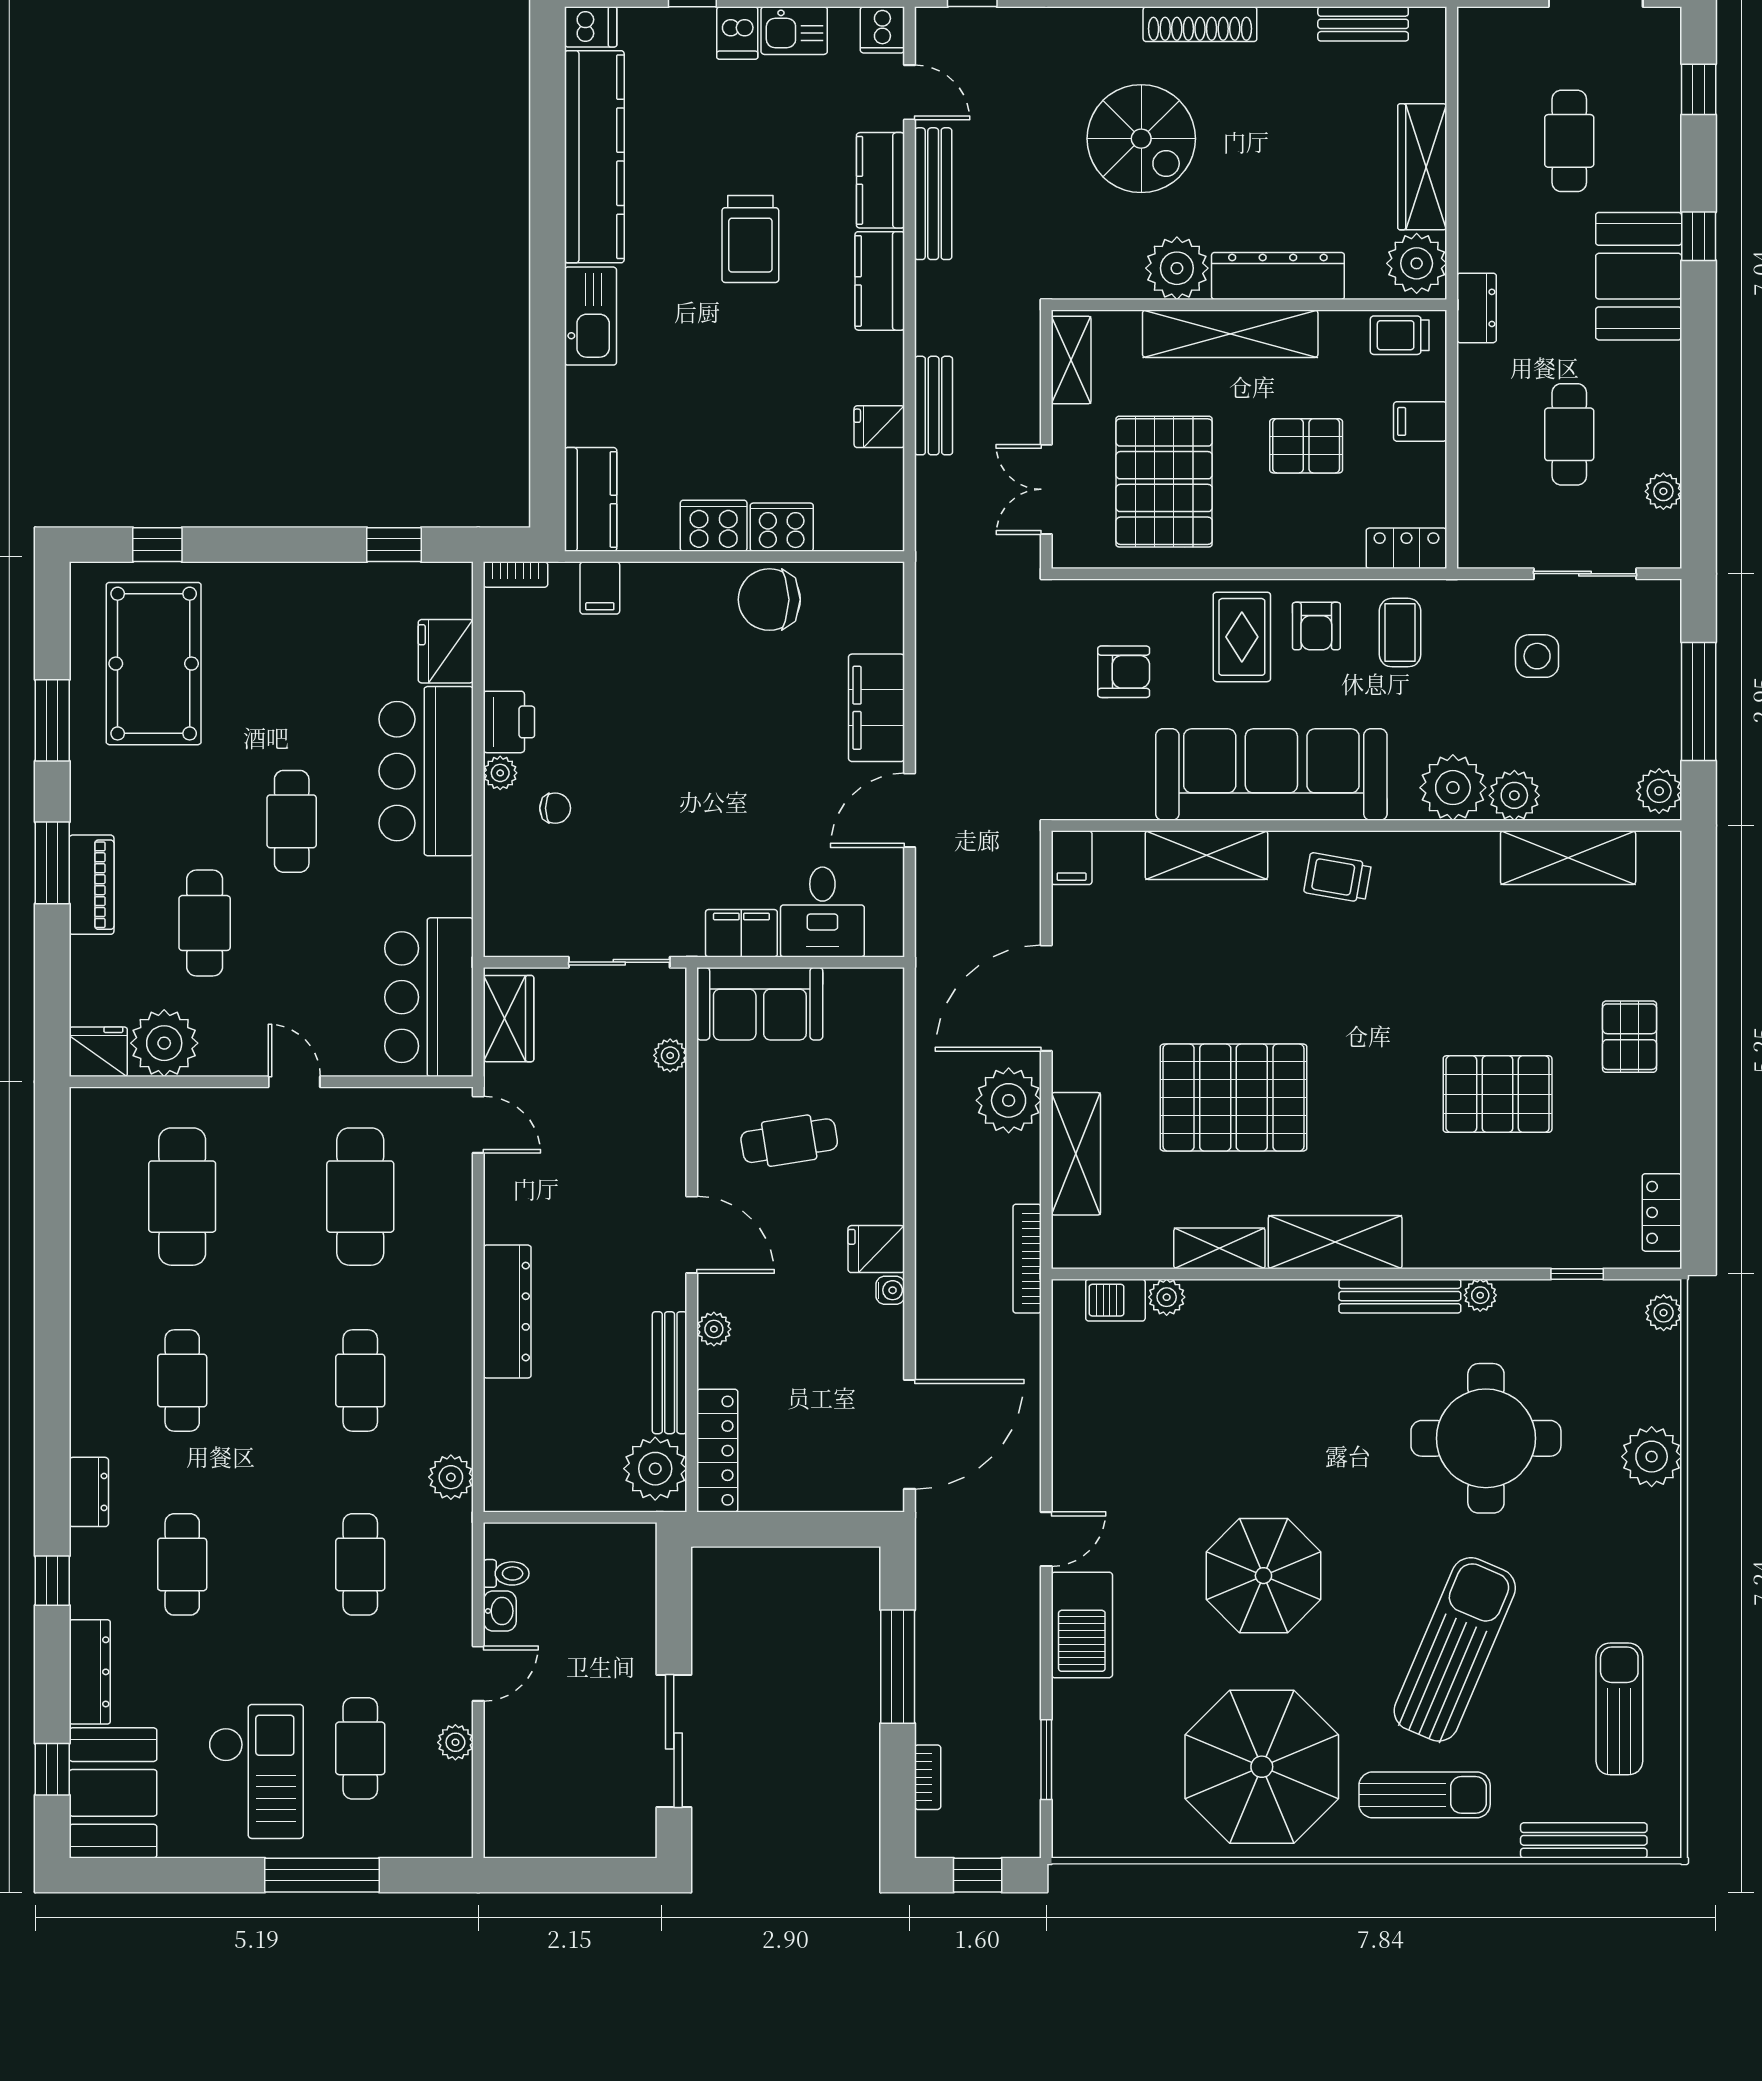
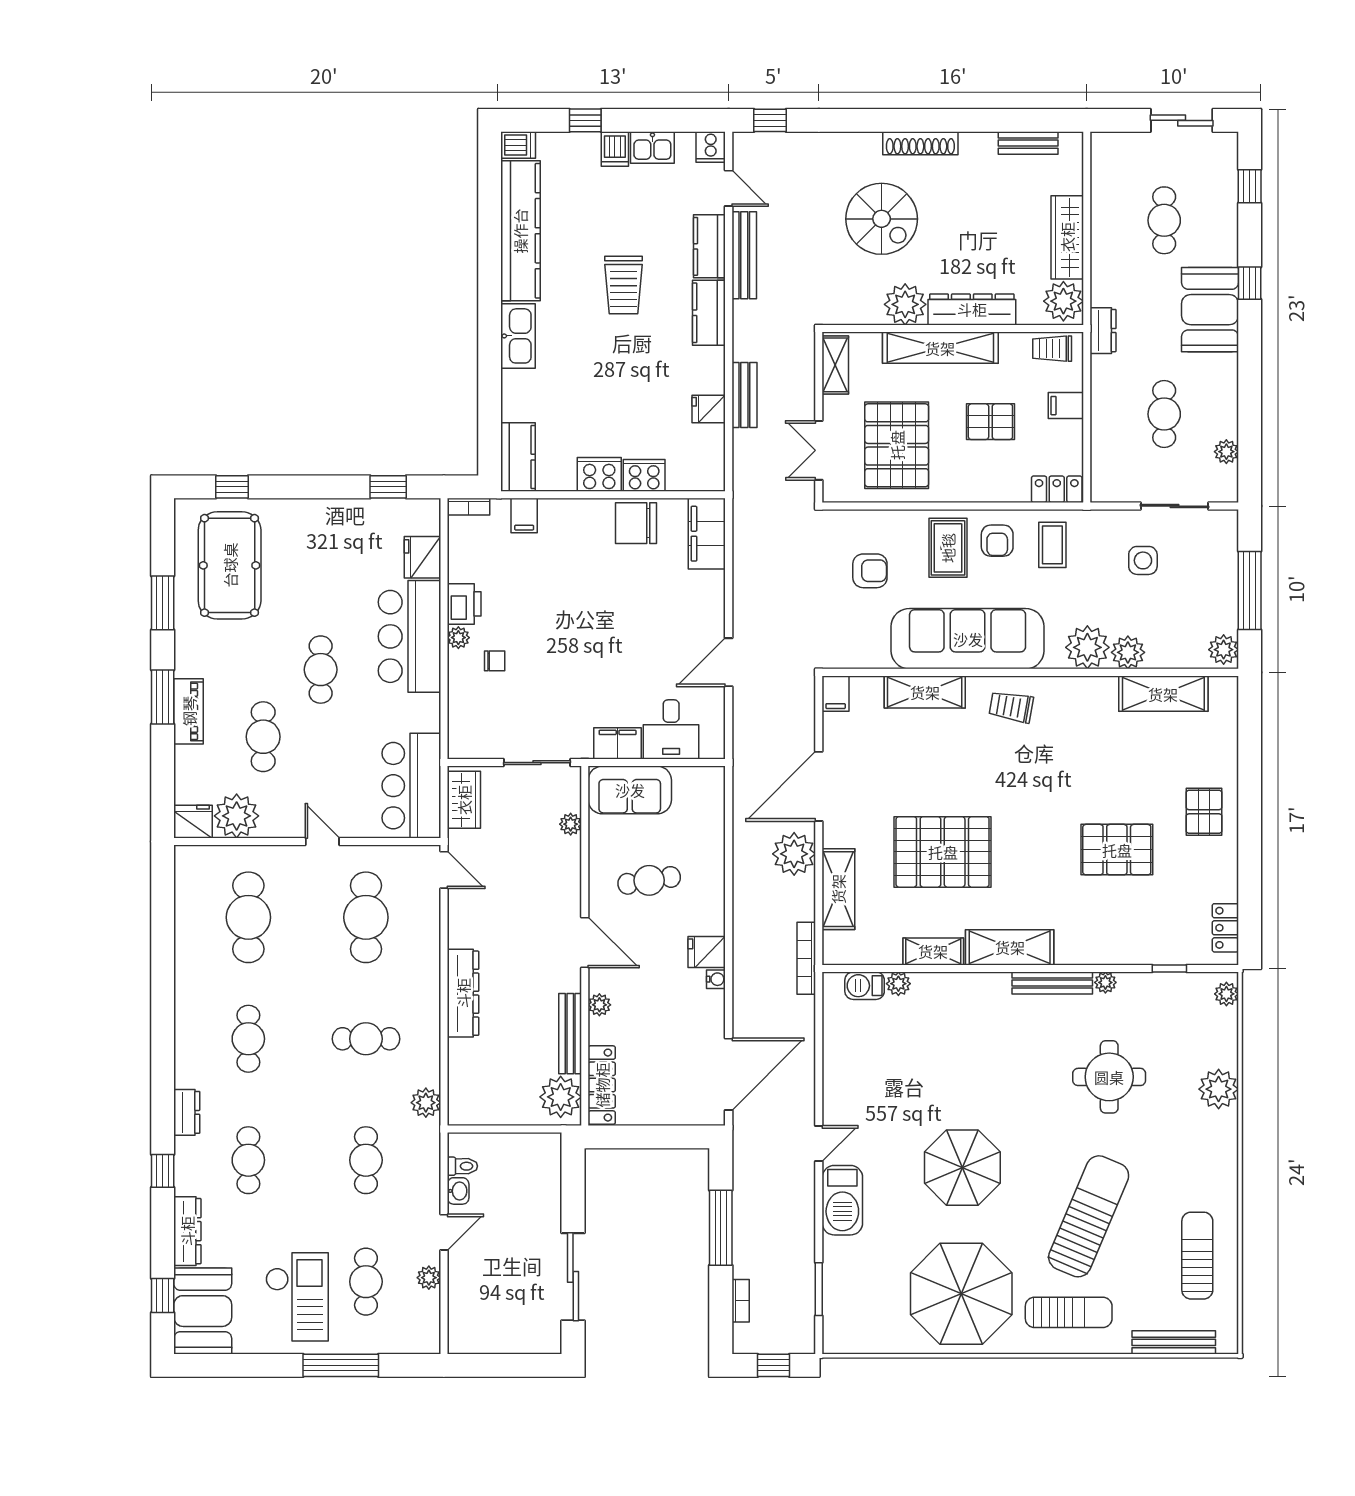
filing cabinet: (877, 708) -> (707, 534), moved
cafe table: (360, 1380) -> (366, 1039), turned 90
round table: (1486, 1438) -> (1109, 1077), width x0.73, depth x0.73

